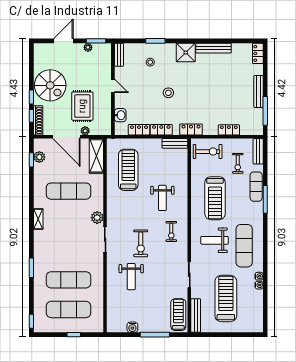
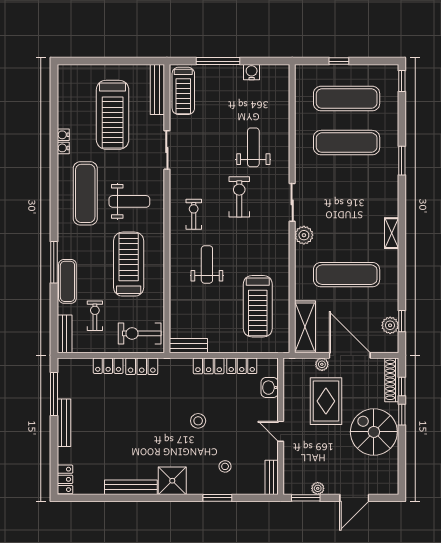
locker: (191, 129) -> (142, 366), moved

